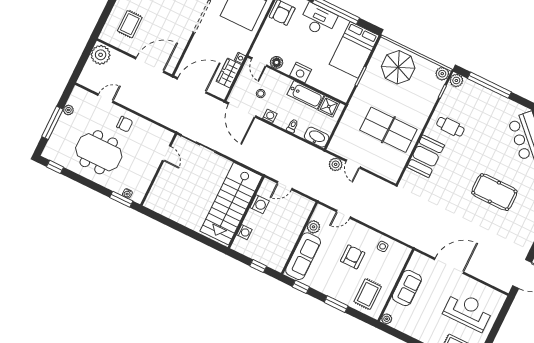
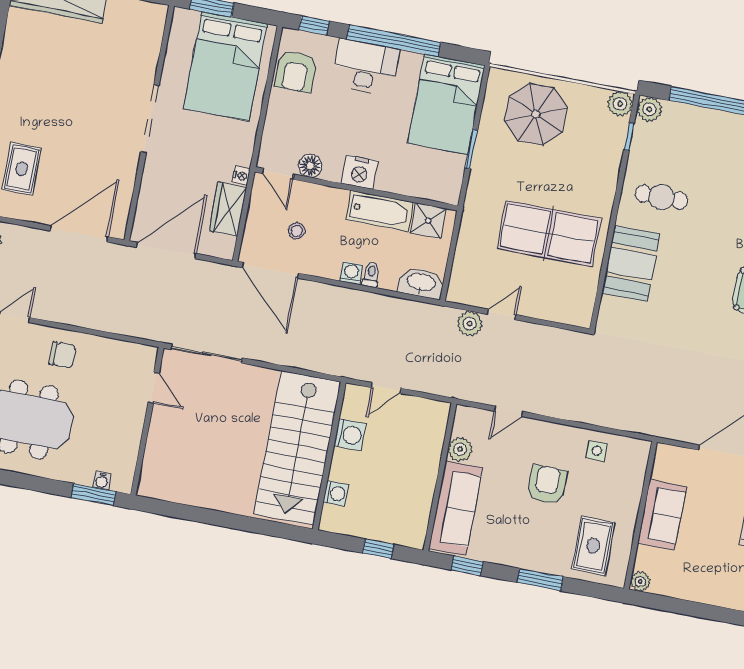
washing machine: (270, 116) -> (351, 273), moved
door: (353, 164) -> (502, 314), swing flipped

